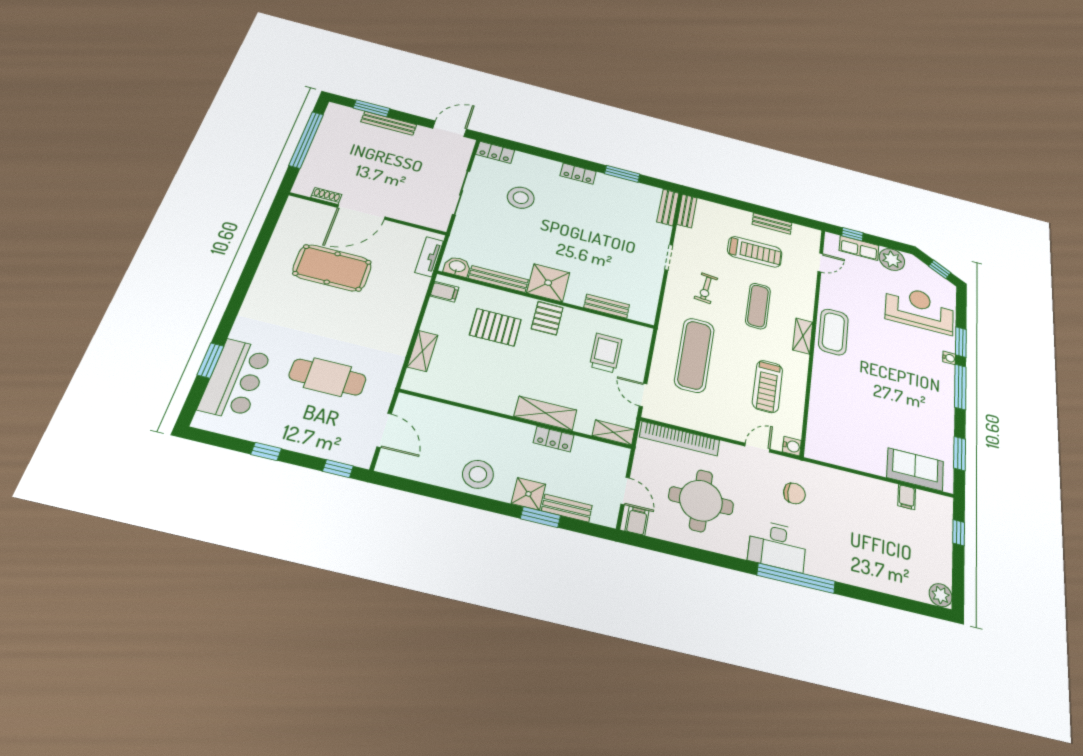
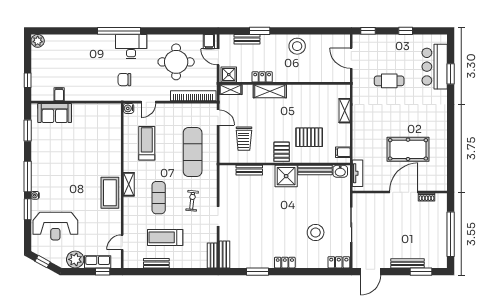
cafe table: (328, 377) -> (389, 81), width x0.73, depth x0.74
shower: (528, 494) -> (229, 75), moved

